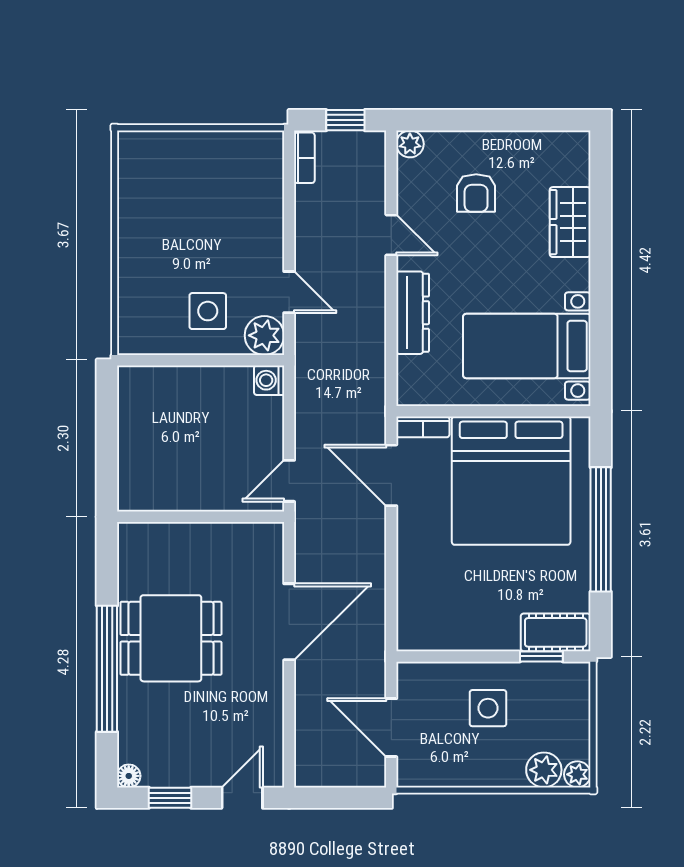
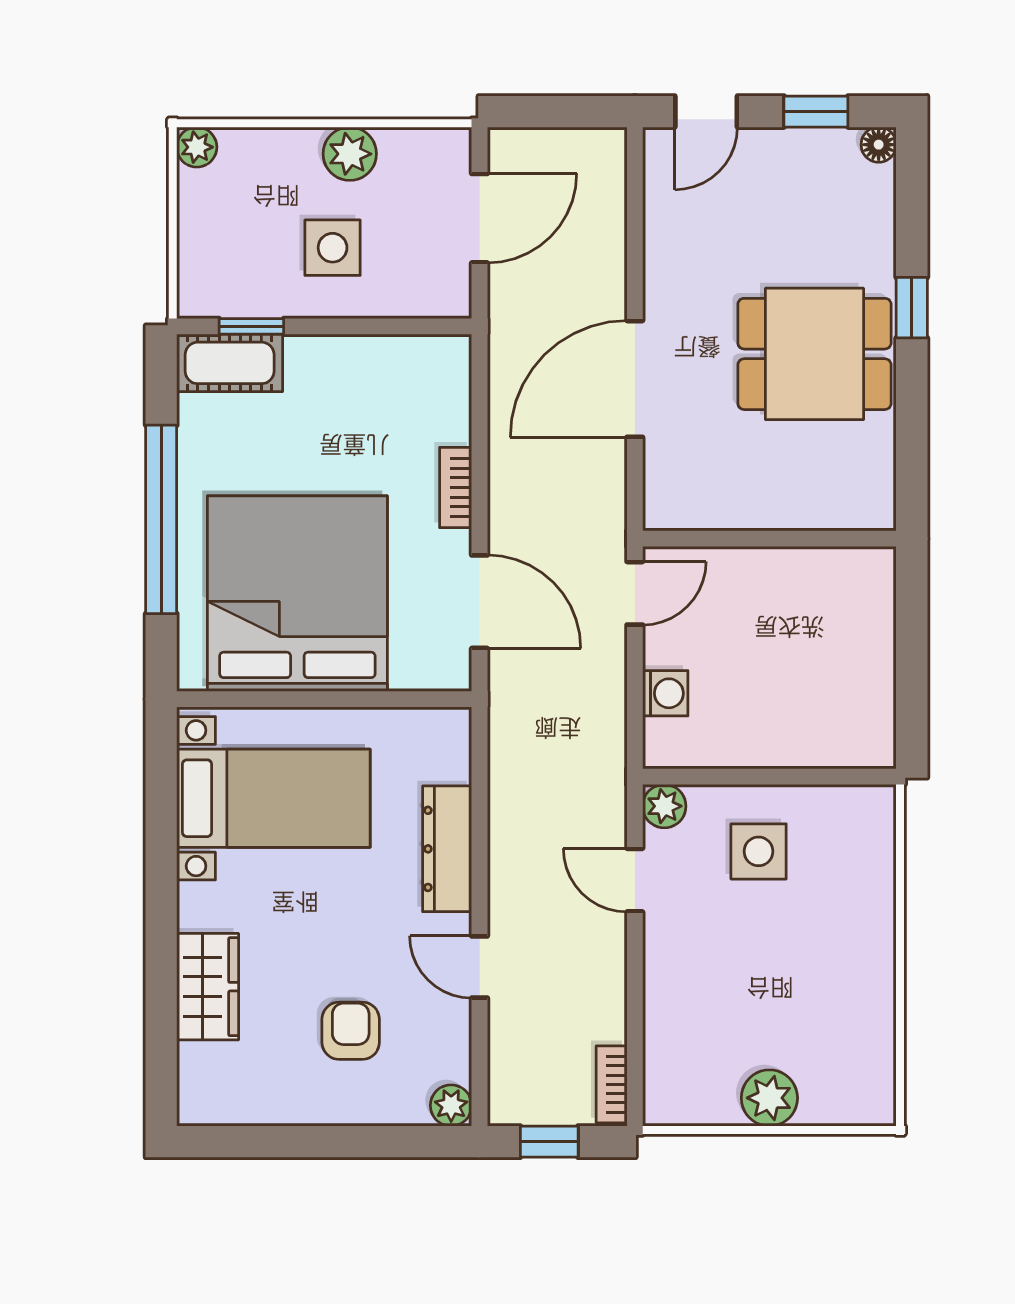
plant: (201, 149) -> (769, 1098), added
plant: (264, 335) -> (664, 806), width x0.73, depth x0.73
washing machine: (269, 380) -> (665, 693), moved
bookcase: (423, 427) -> (456, 487), moved, turned -90
window: (107, 669) -> (912, 308), width x0.32
door: (391, 728) -> (480, 218), hinge flipped
plant: (544, 770) -> (350, 154), moved

